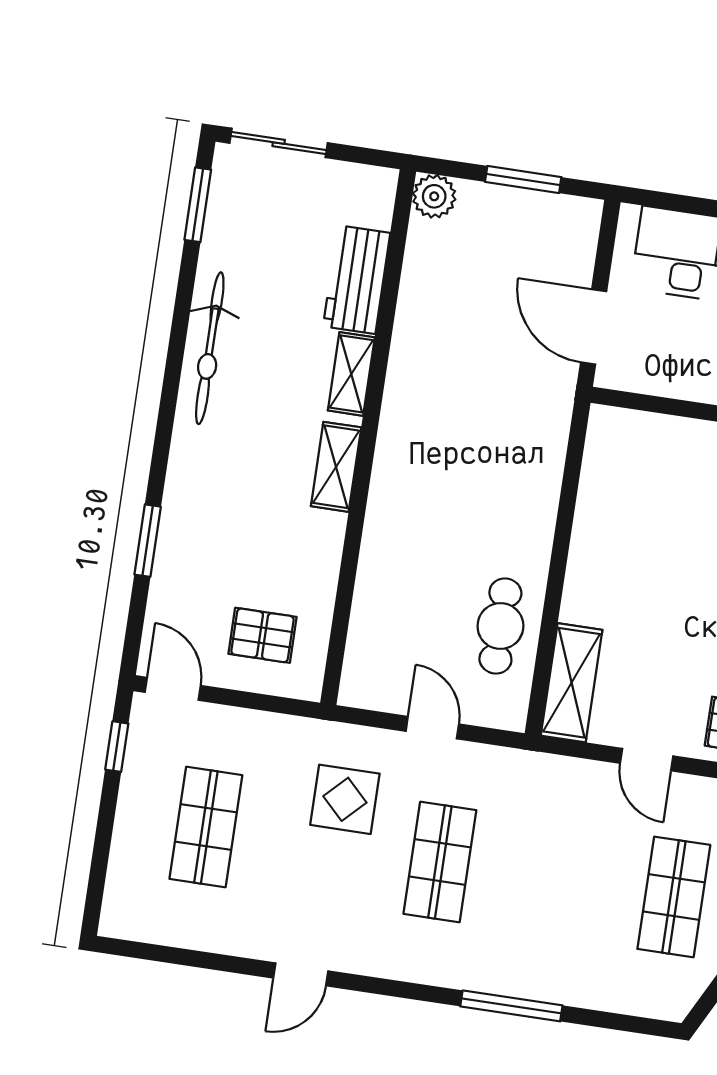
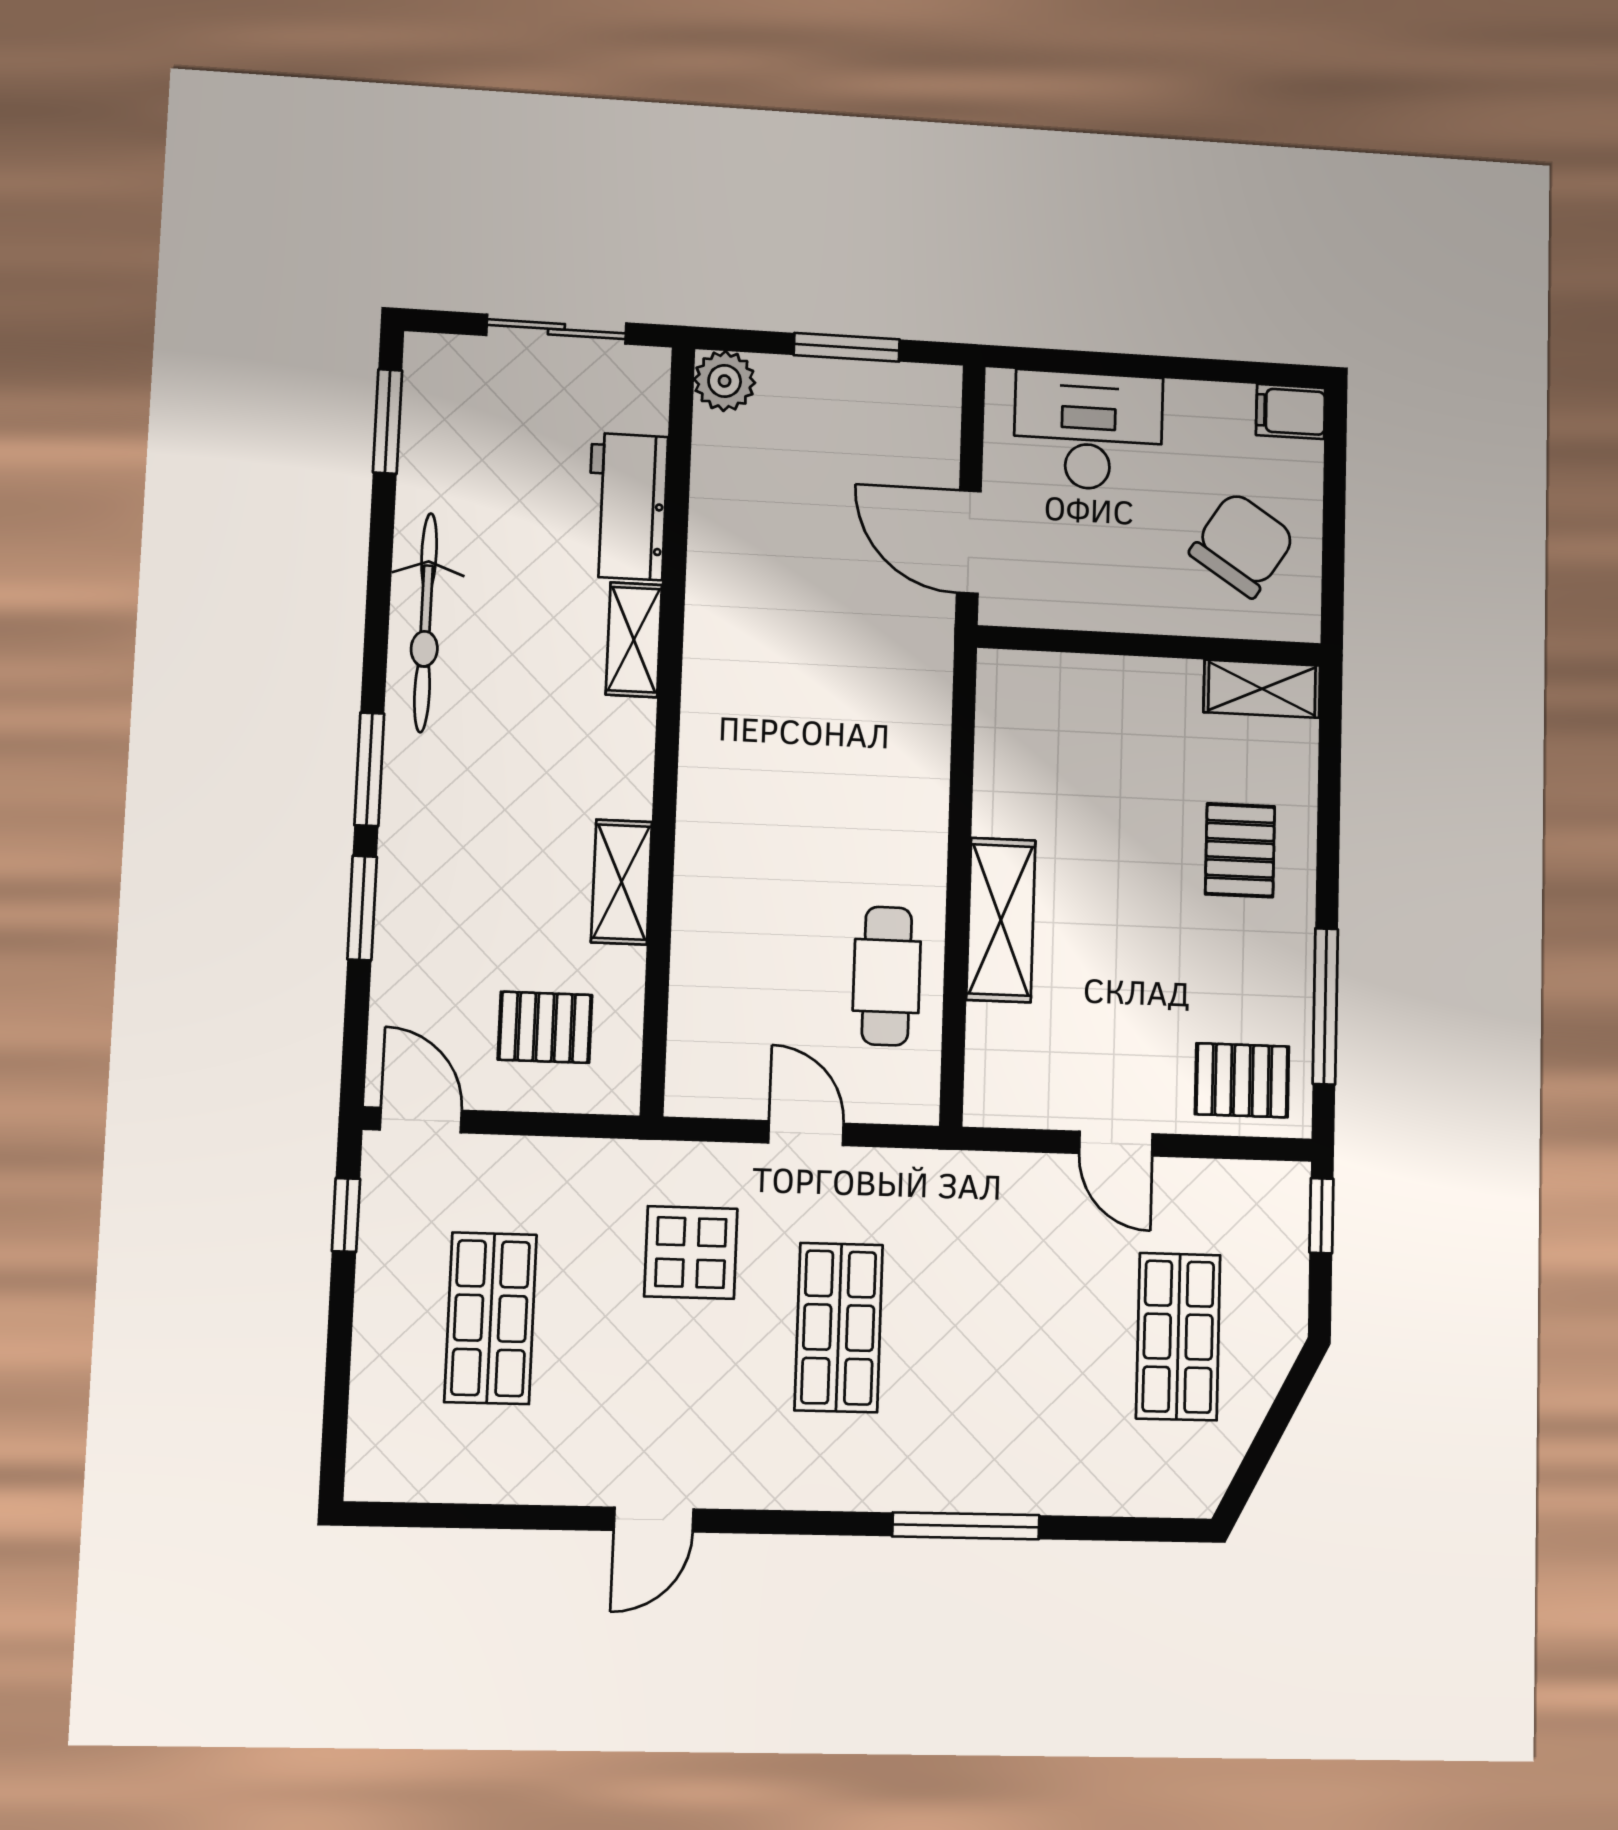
sliding door: (279, 143) -> (556, 329), moved
window: (162, 446) -> (369, 769), added
shelving: (336, 467) -> (622, 882), moved
shelving: (572, 683) -> (1001, 920), moved

